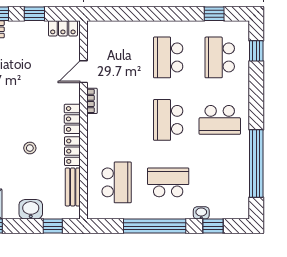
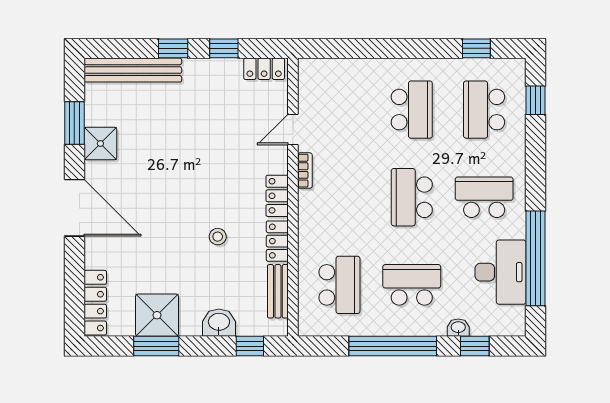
school desk: (168, 57) -> (412, 110), turned 180
school desk: (220, 120) -> (484, 197), turned 180
desk: (231, 173) -> (500, 272), added

